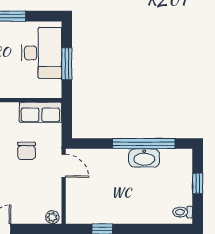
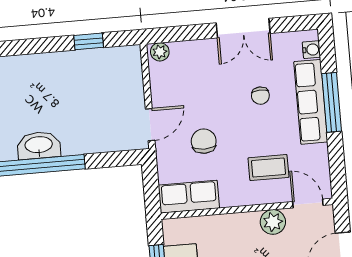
door: (64, 166) -> (150, 125), swing flipped

